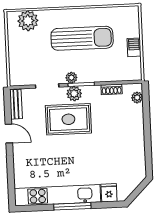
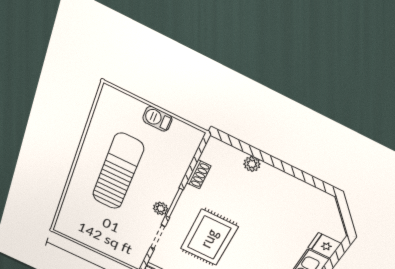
plant: (28, 21) -> (72, 215), removed
plant: (74, 94) -> (182, 216), removed
plant: (137, 98) -> (252, 164), moved

